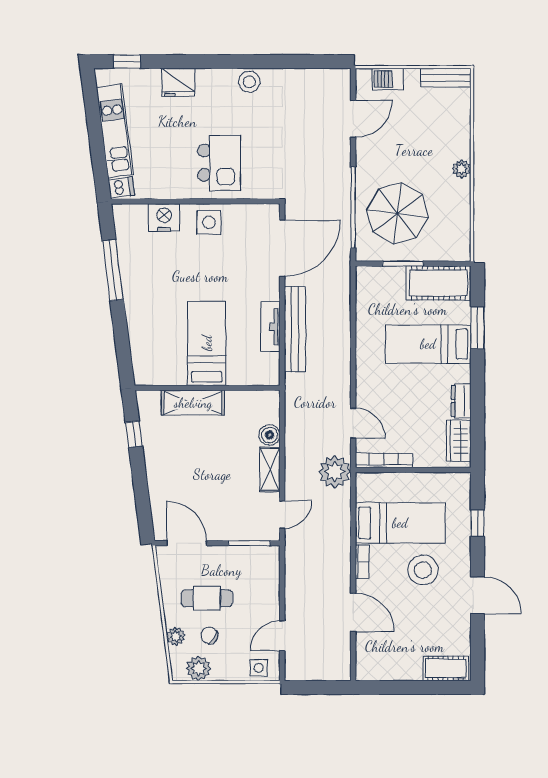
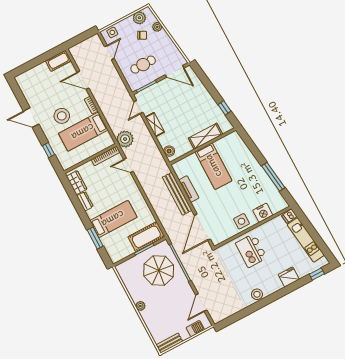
cot: (438, 283) -> (146, 237), moved
boiler: (270, 435) -> (169, 151), moved
cafe table: (207, 598) -> (143, 65), moved
cot: (446, 668) -> (58, 61), moved

